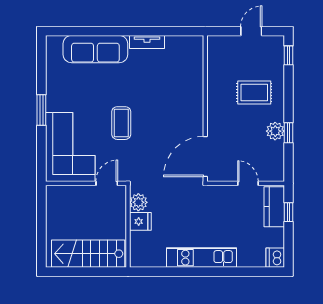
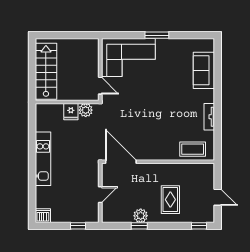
sofa: (95, 49) -> (204, 70), width x0.73
coffee table: (121, 123) -> (193, 149), moved
kitchen counter: (274, 207) -> (82, 215), removed

